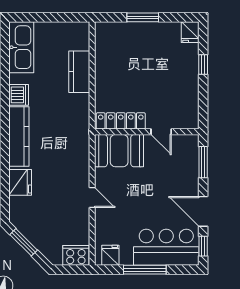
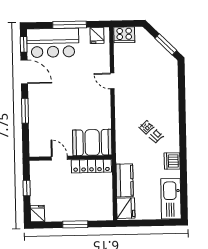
locker: (121, 121) -> (91, 166), moved
wall: (147, 132) -> (71, 158), moved
door: (161, 132) -> (59, 158), moved
kitchen counter: (19, 137) -> (171, 128), removed
booth: (119, 151) -> (92, 142), moved
fridge: (20, 182) -> (126, 208), moved, turned 180

